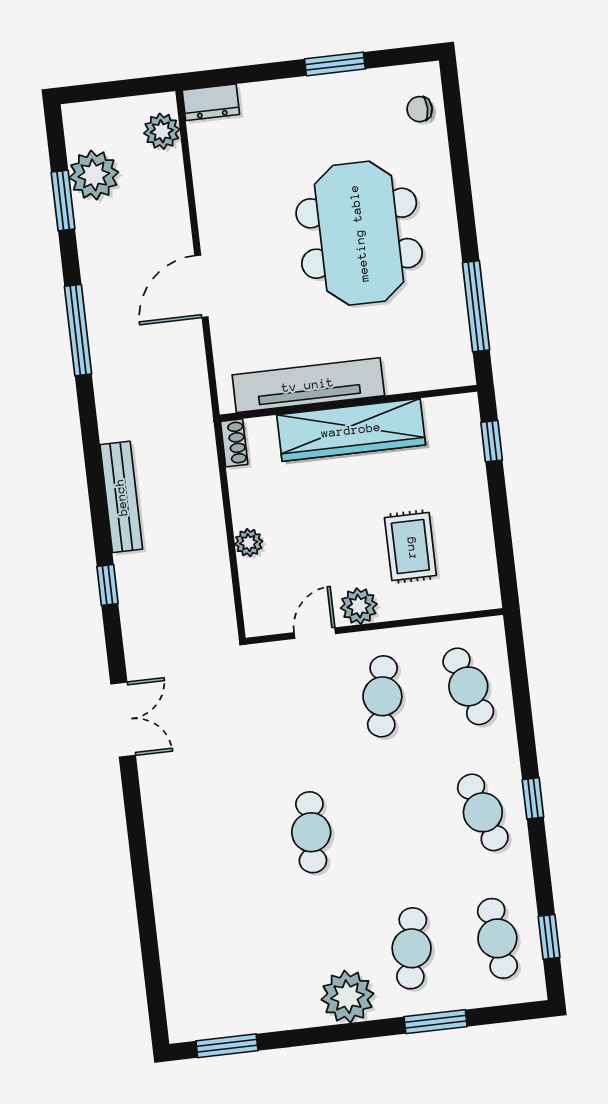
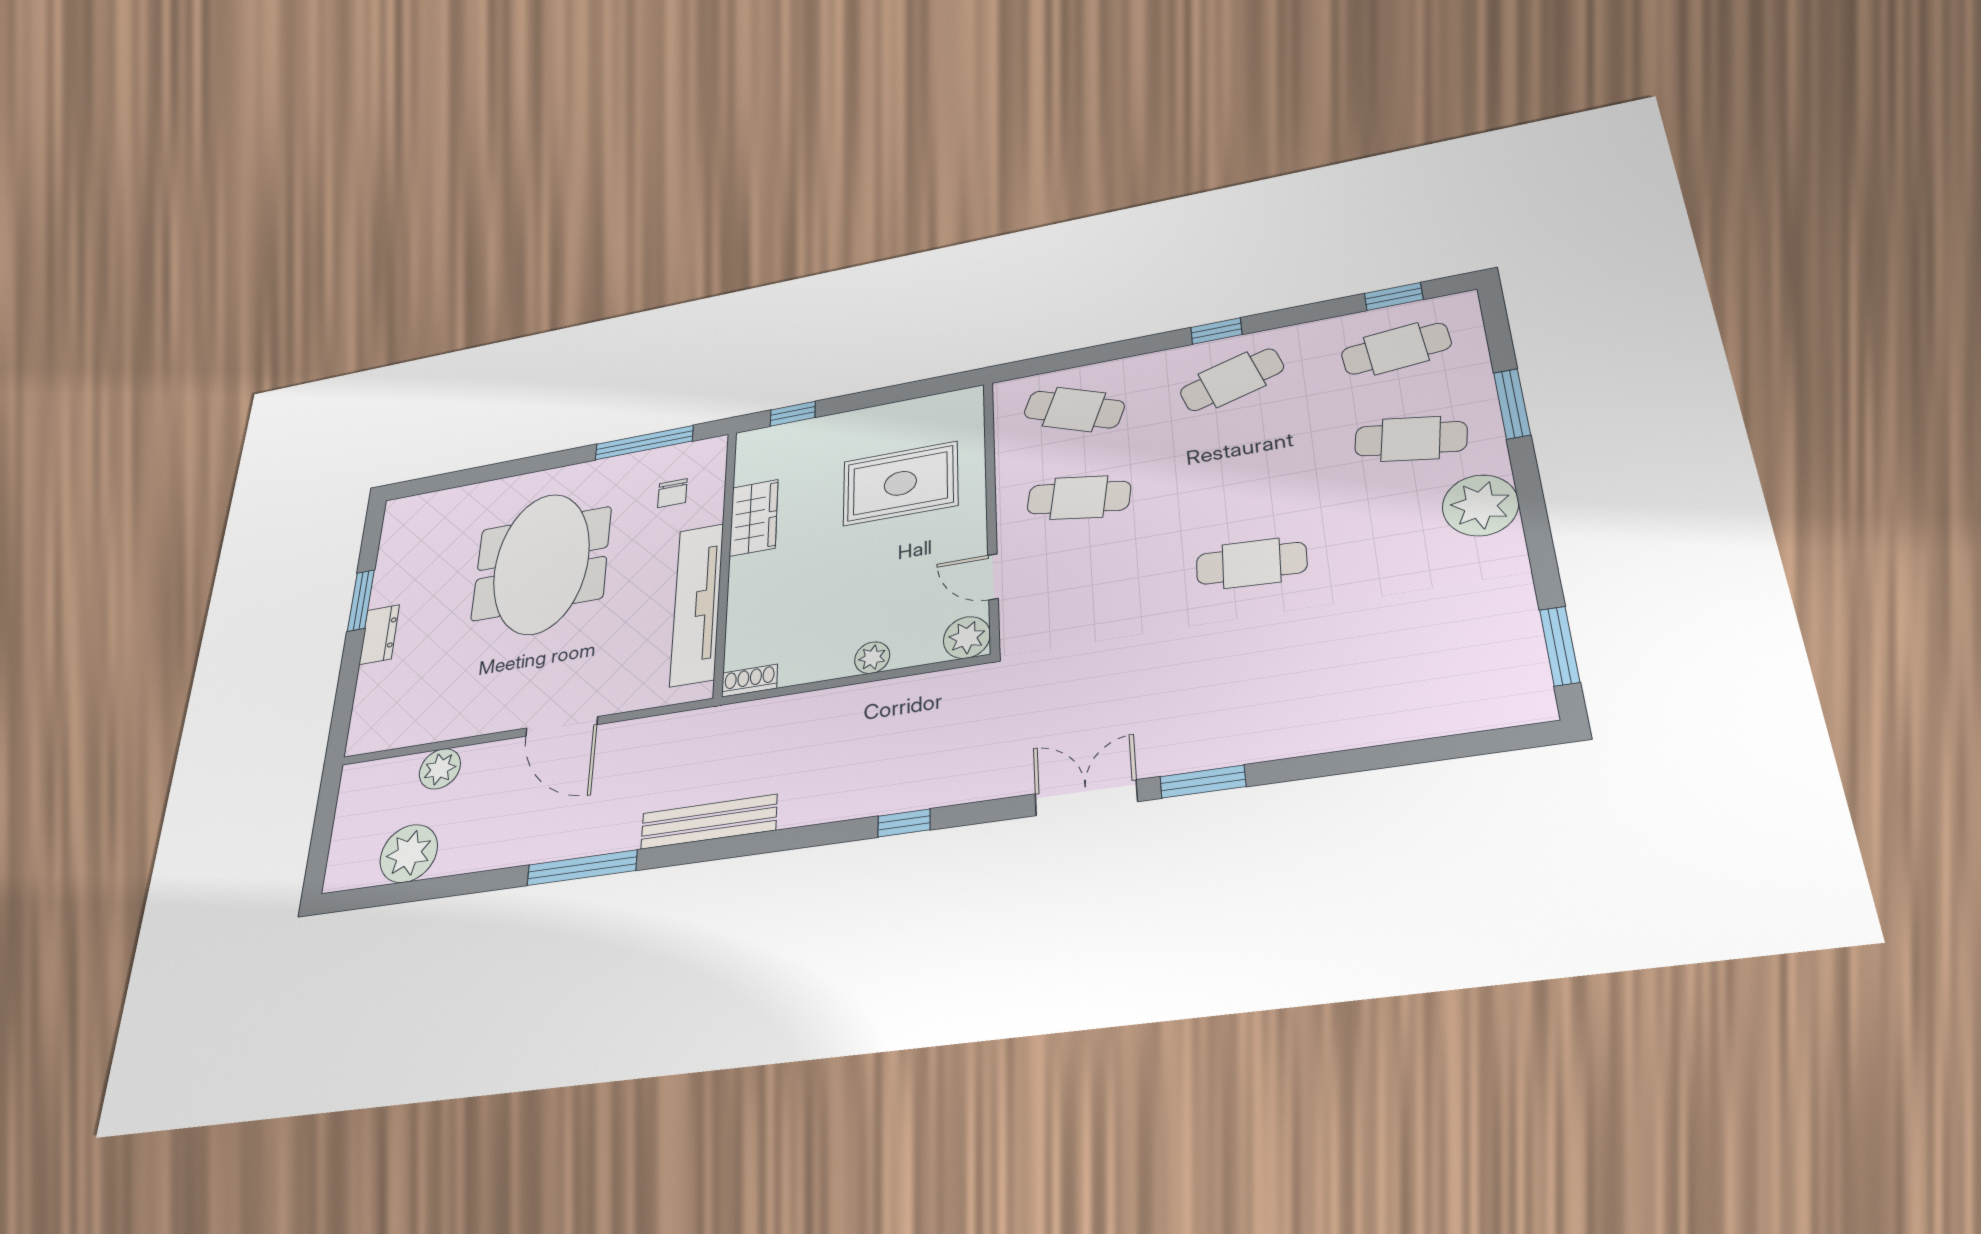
dresser: (211, 102) -> (379, 635), moved
chair: (420, 109) -> (672, 493), moved
plant: (162, 131) -> (440, 769), moved
window: (63, 201) -> (1203, 781), moved
meeting table: (359, 233) -> (541, 563), turned 90
wardrobe: (351, 430) -> (754, 518), width x0.48, depth x0.85
bench: (121, 497) -> (709, 822), moved
rug: (410, 547) -> (900, 483), width x1.36, depth x1.43
plant: (359, 606) -> (967, 638), moved
cafe table: (468, 686) -> (1074, 409), turned 39

